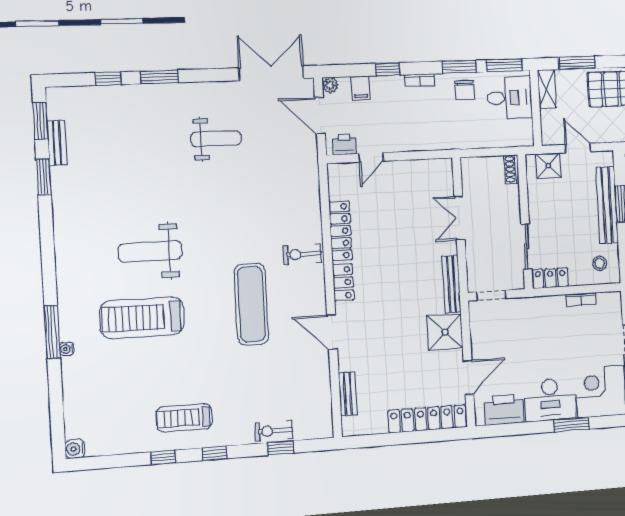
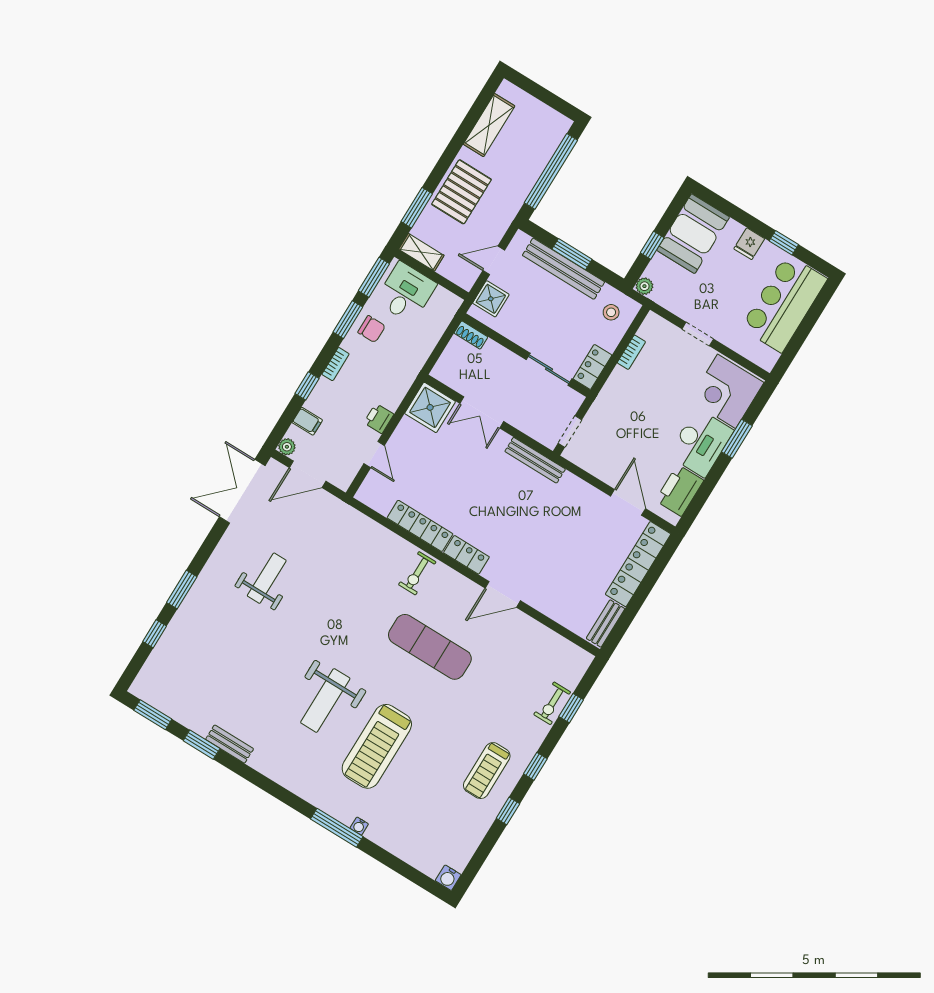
bench: (57, 143) -> (230, 744), moved
printer: (344, 144) -> (379, 419), moved
shower: (445, 332) -> (430, 407), moved
bench: (348, 394) -> (606, 623), moved, turned 90

